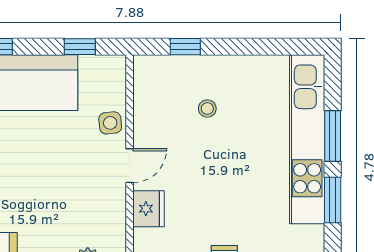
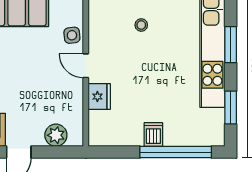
door: (130, 166) -> (86, 66), swing flipped
window: (333, 200) -> (231, 108), moved

